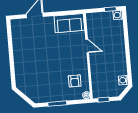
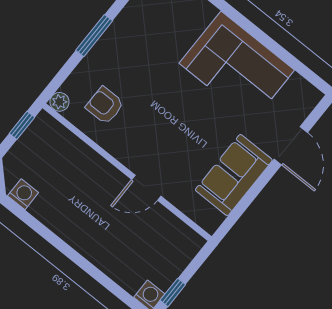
sofa: (69, 23) -> (234, 175), moved
corner sofa: (27, 53) -> (237, 67), added

